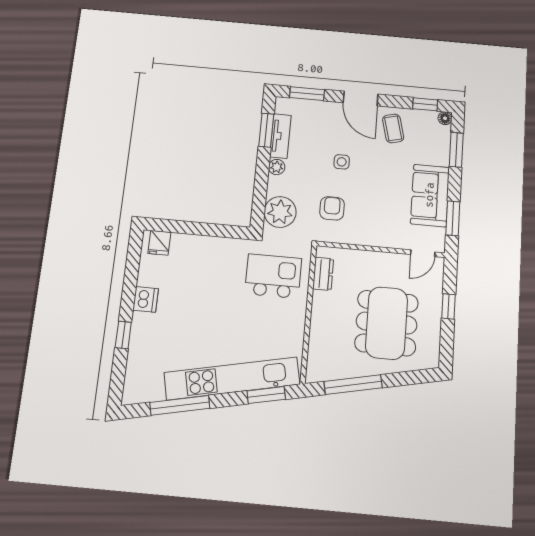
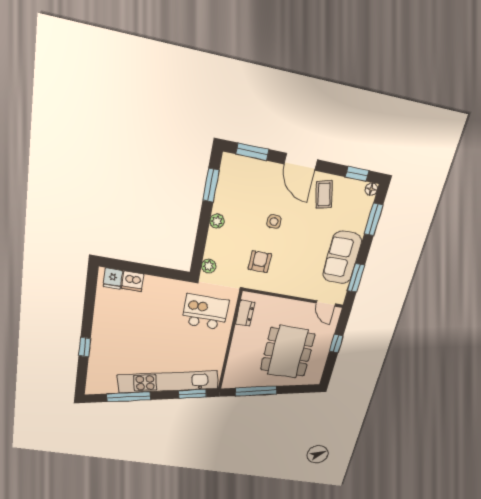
tv unit: (280, 136) -> (223, 192), removed
plant: (280, 212) -> (209, 266), width x0.53, depth x0.53
door: (423, 253) -> (326, 303), hinge flipped
dishwasher: (146, 299) -> (133, 281), moved, turned 90

